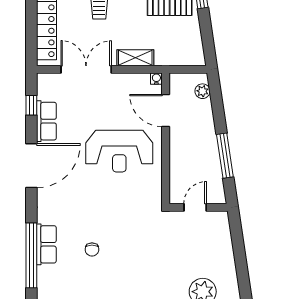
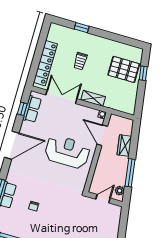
plant: (202, 91) -> (120, 191), moved
wardrobe: (204, 116) -> (124, 146), added
row of seats: (46, 121) -> (32, 109), moved
reception desk: (119, 151) -> (67, 152), turned 180

